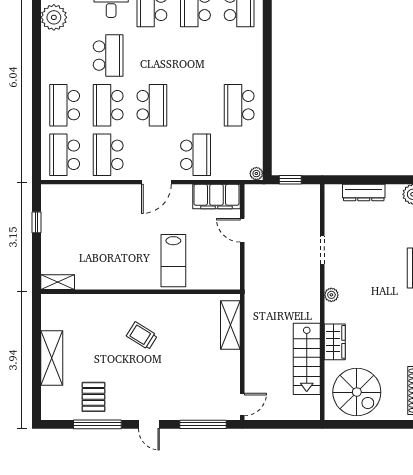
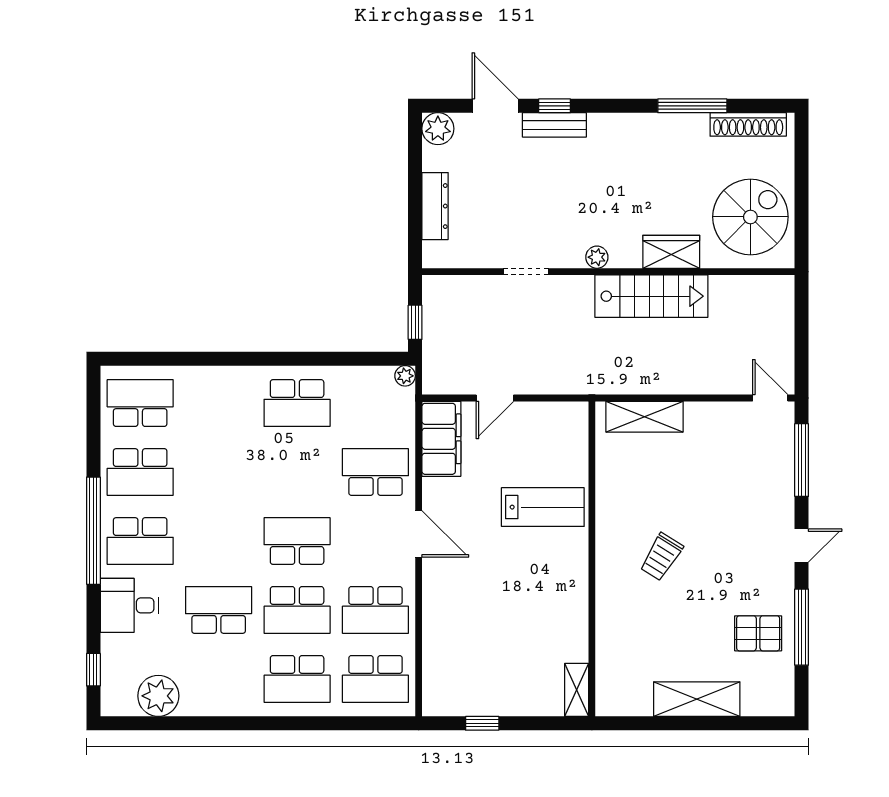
stairs: (307, 359) -> (651, 296), moved

